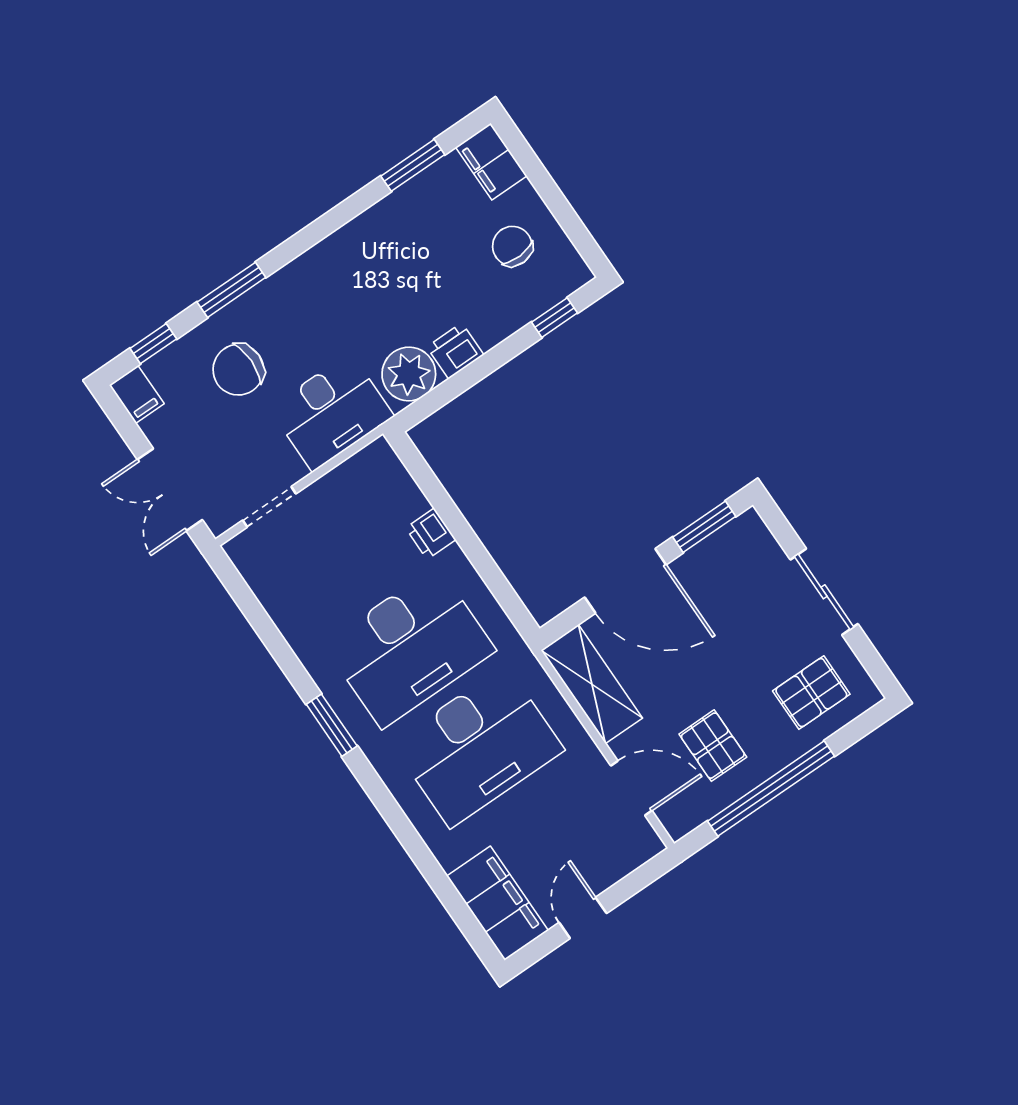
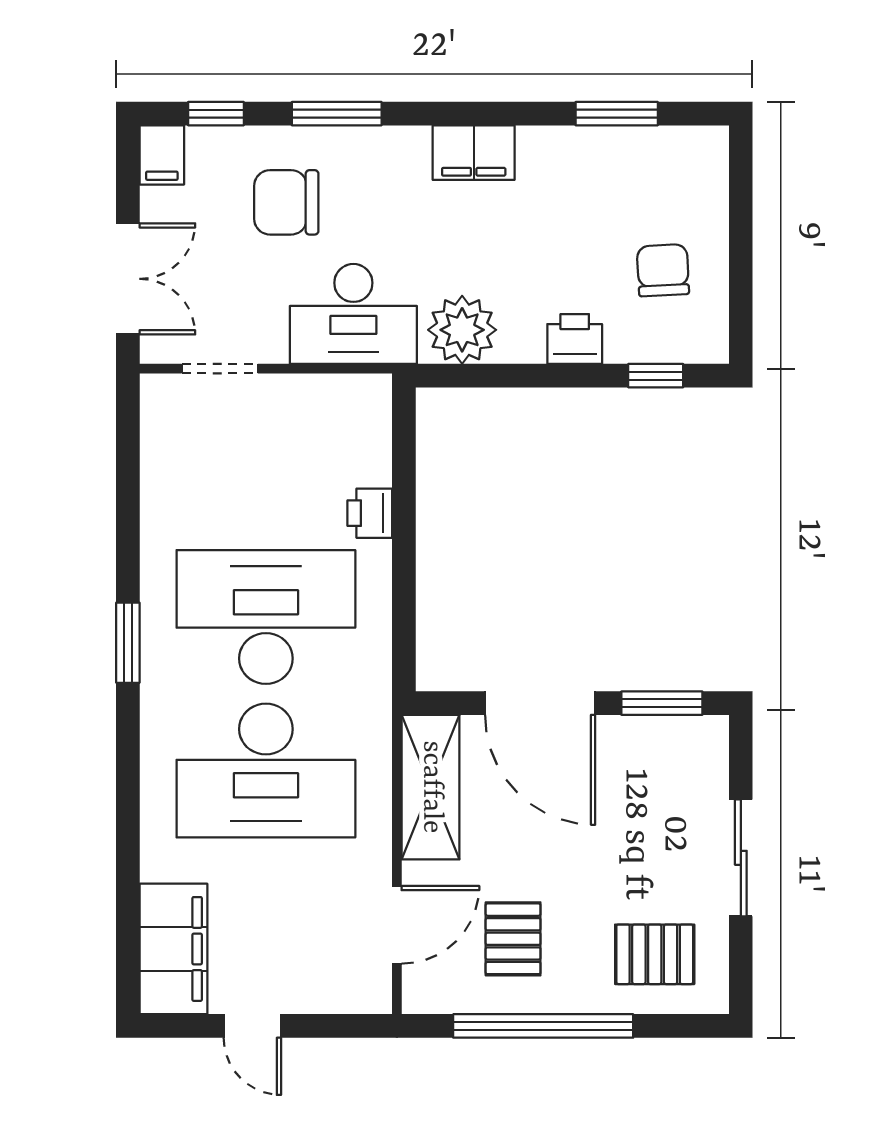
filing cabinet: (491, 162) -> (474, 153), moved, turned -90
printer: (455, 351) -> (575, 339), moved
double door: (170, 490) -> (128, 279), swing flipped
desk: (410, 647) -> (266, 617), turned 180
door: (631, 788) -> (397, 925), hinge flipped
door: (583, 918) -> (252, 1026), swing flipped

